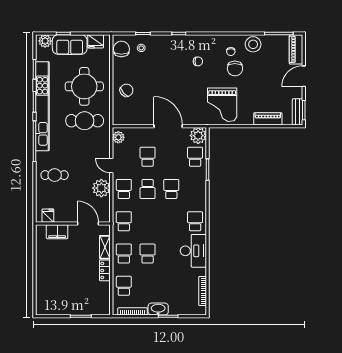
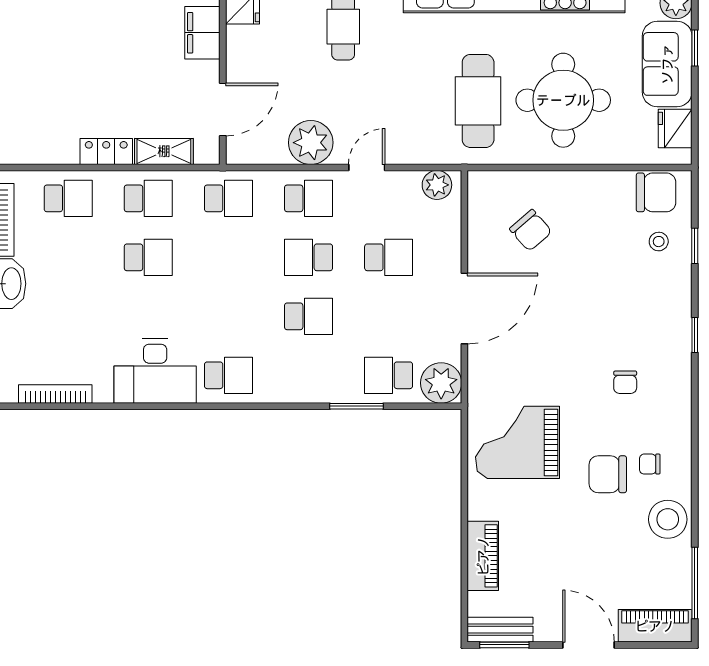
chair: (126, 90) -> (531, 230), moved
school desk: (195, 157) -> (389, 375), turned 180

